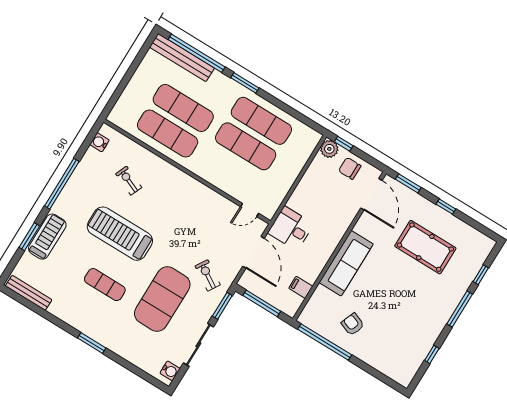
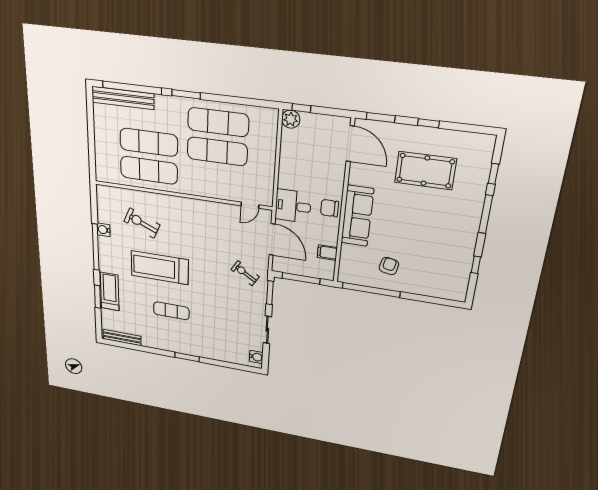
water cooler: (100, 142) -> (104, 230), moved
chair: (350, 168) -> (330, 208), moved
exercise bike: (129, 181) -> (142, 223), width x1.38, depth x1.39
exercise mat: (162, 299) -> (220, 305), removed
armchair: (353, 324) -> (389, 266), turned 80
sliding door: (198, 345) -> (267, 330), width x0.73

